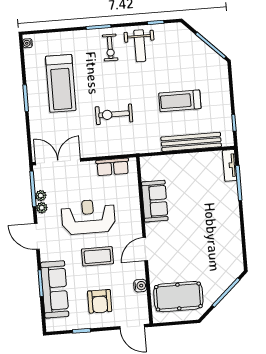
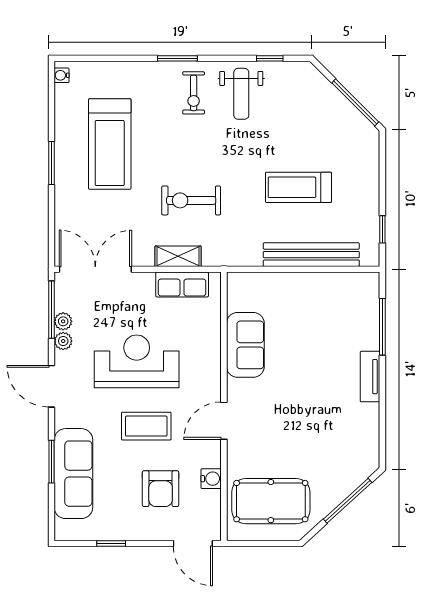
shelving: (109, 150) -> (178, 256), added
tv unit: (230, 165) -> (370, 377), moved
armchair: (100, 301) -> (161, 489), moved

